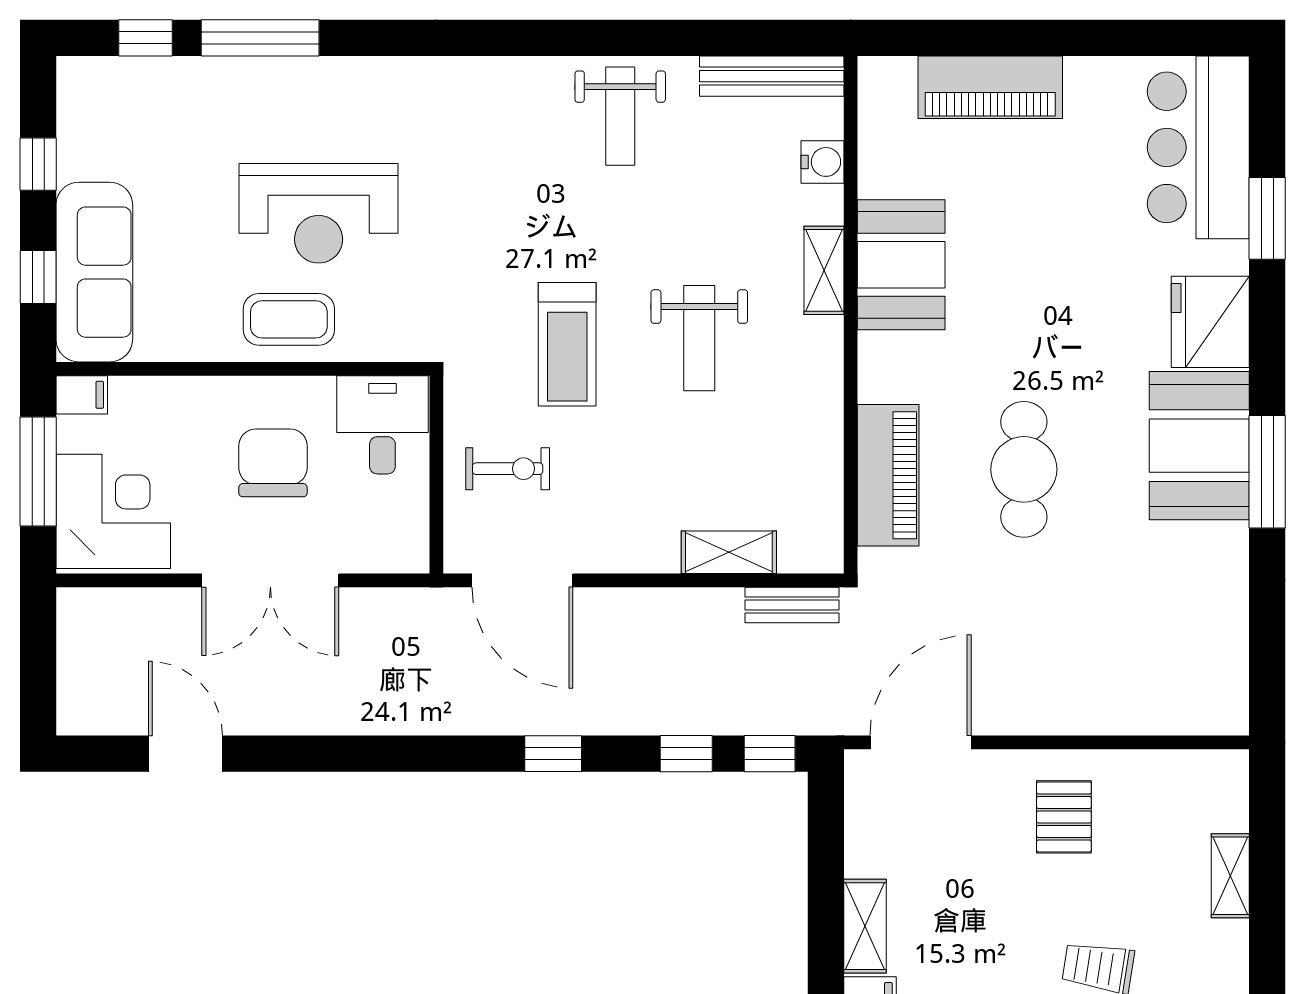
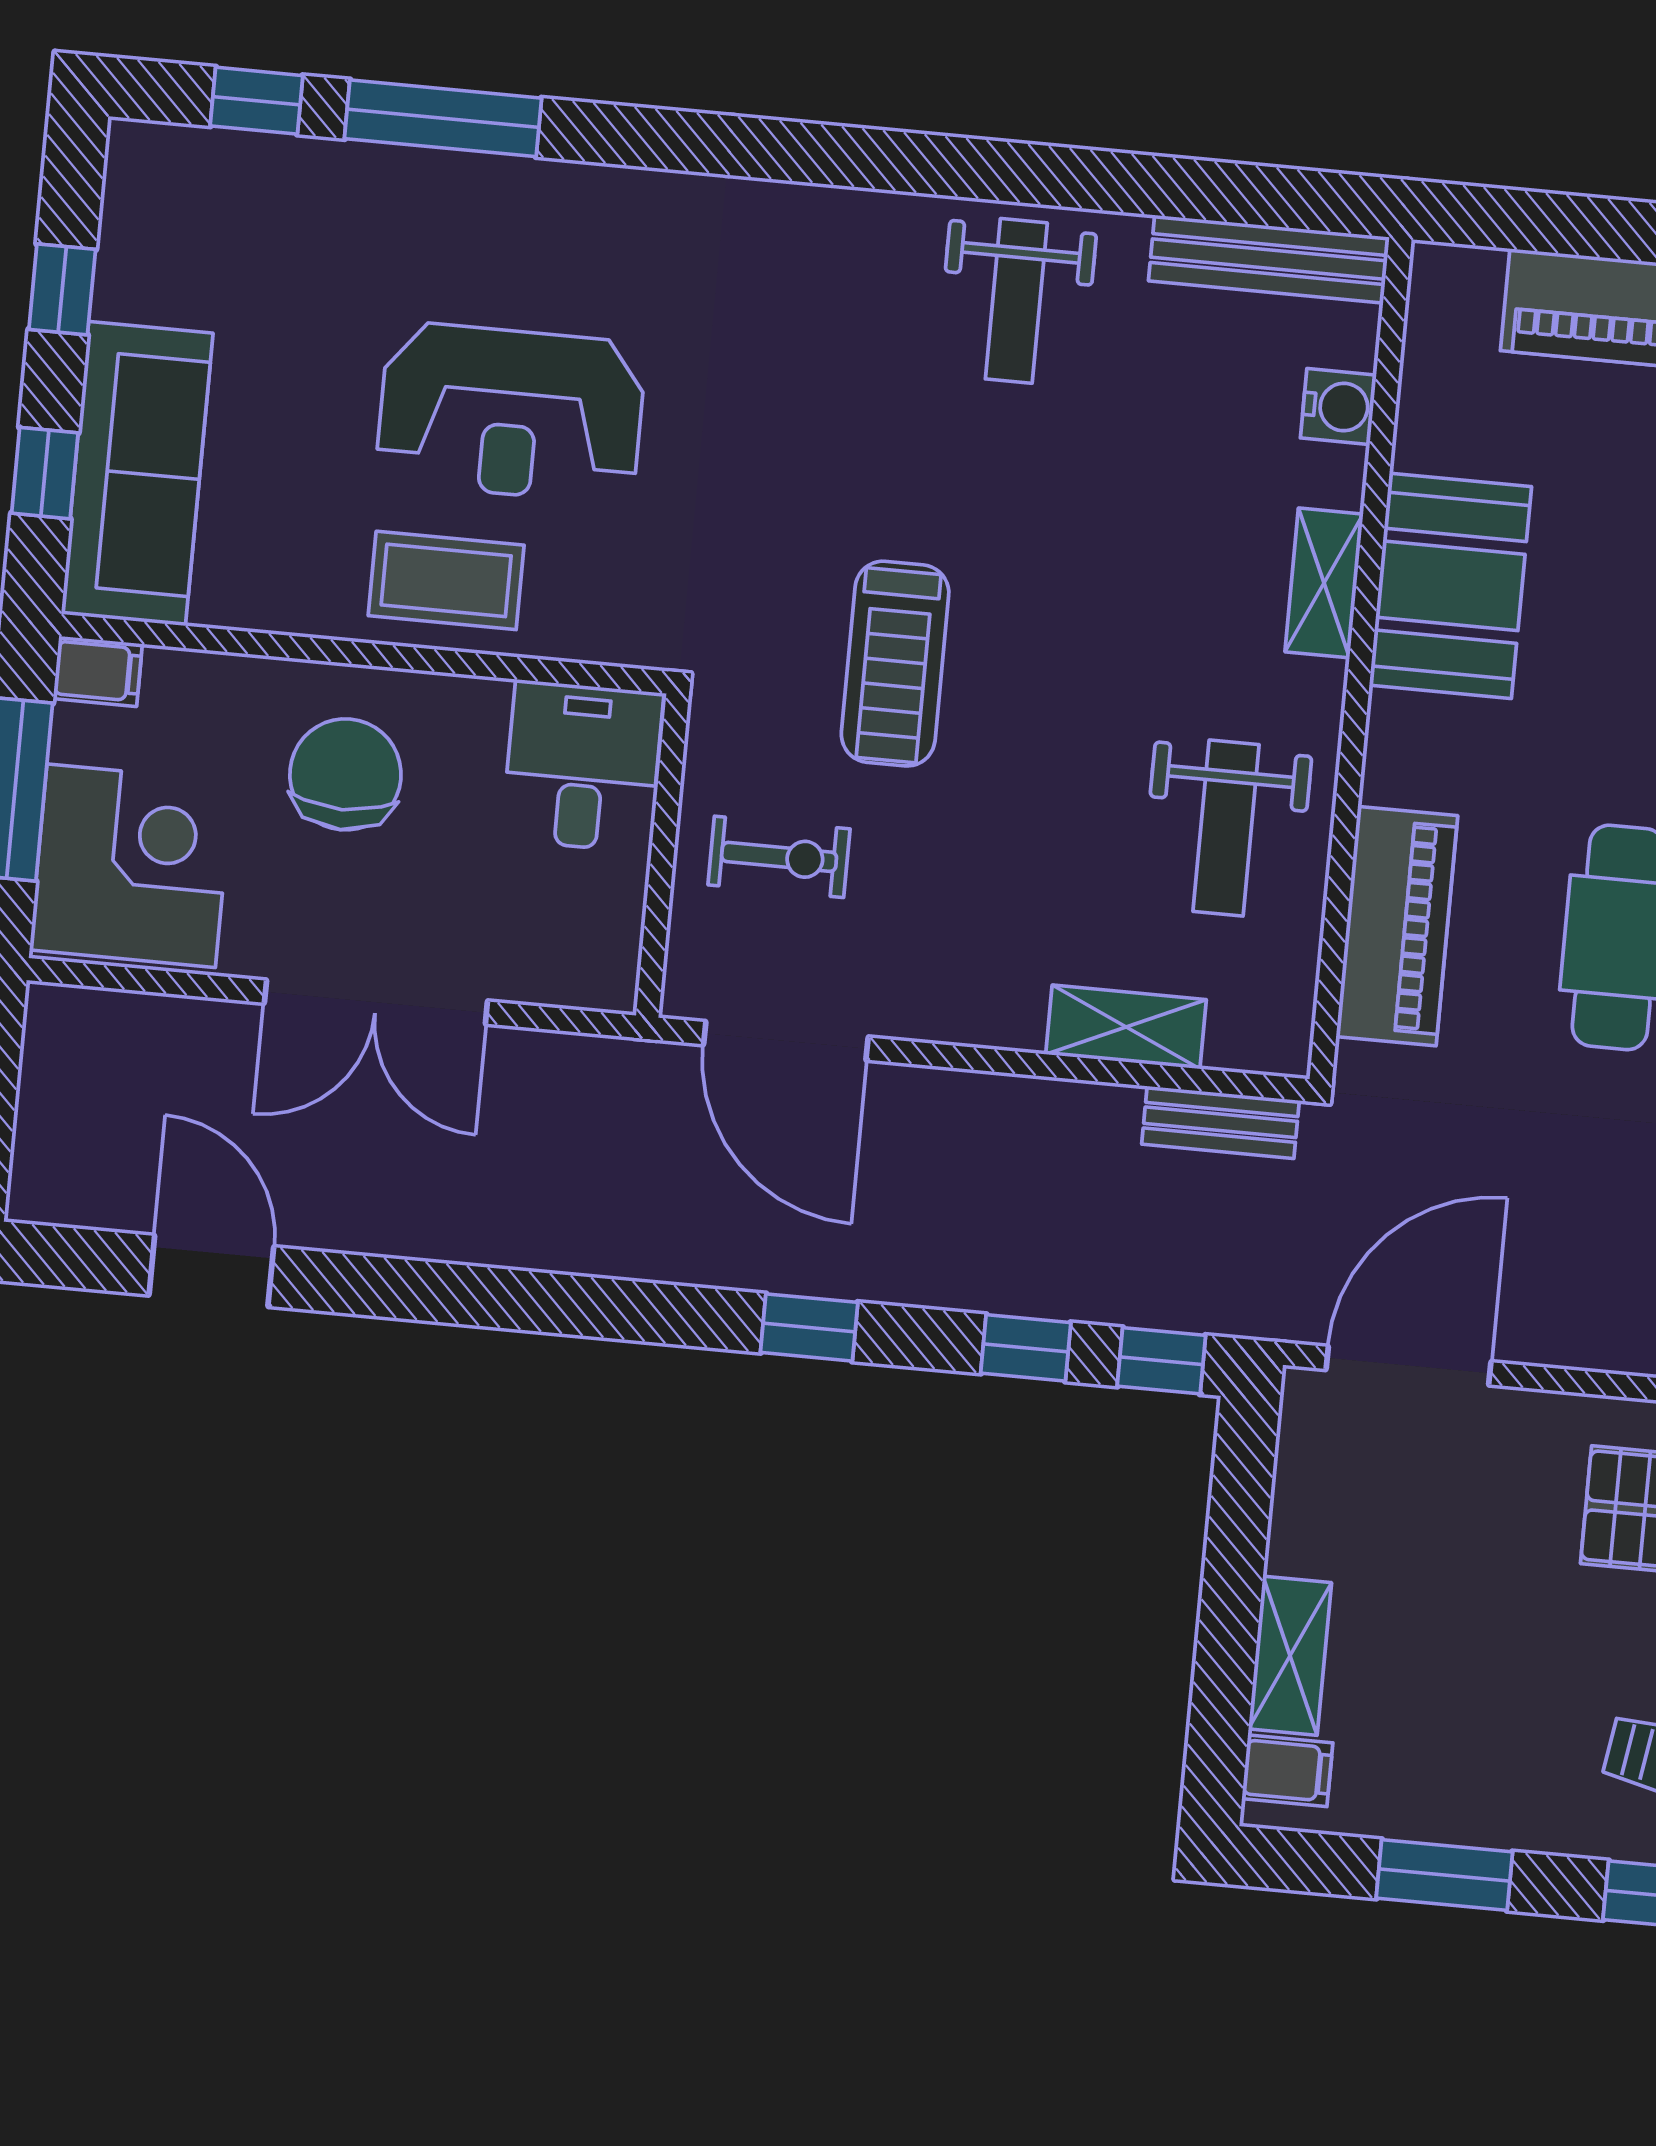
weight bench: (699, 338) -> (1226, 828), moved
chair: (273, 463) -> (345, 774), moved

